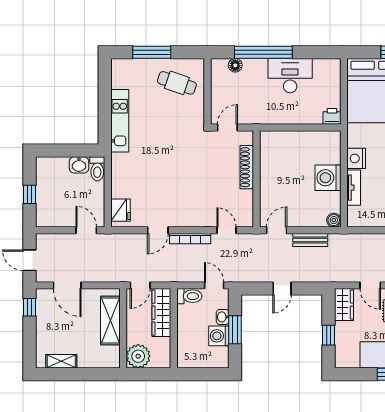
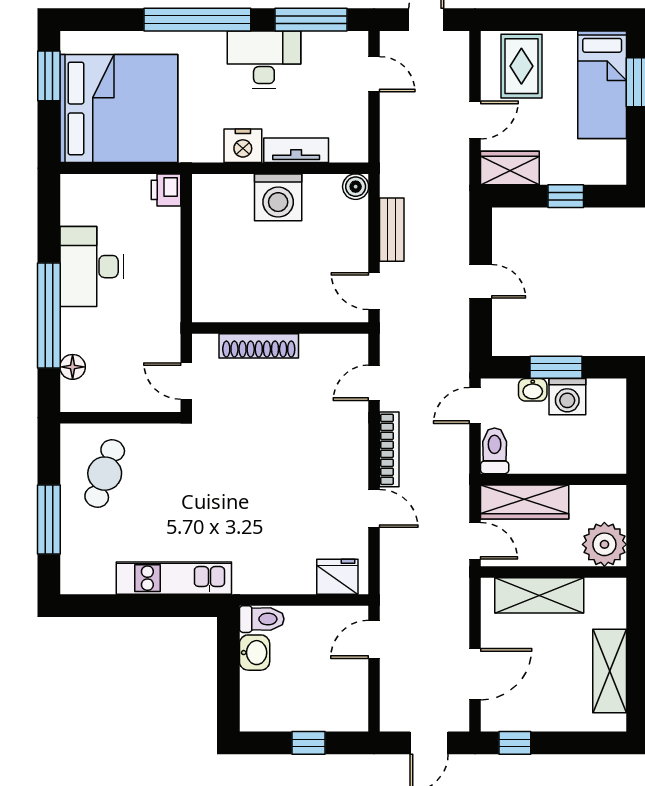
shelving: (61, 361) -> (610, 671), width x1.50, depth x1.33

